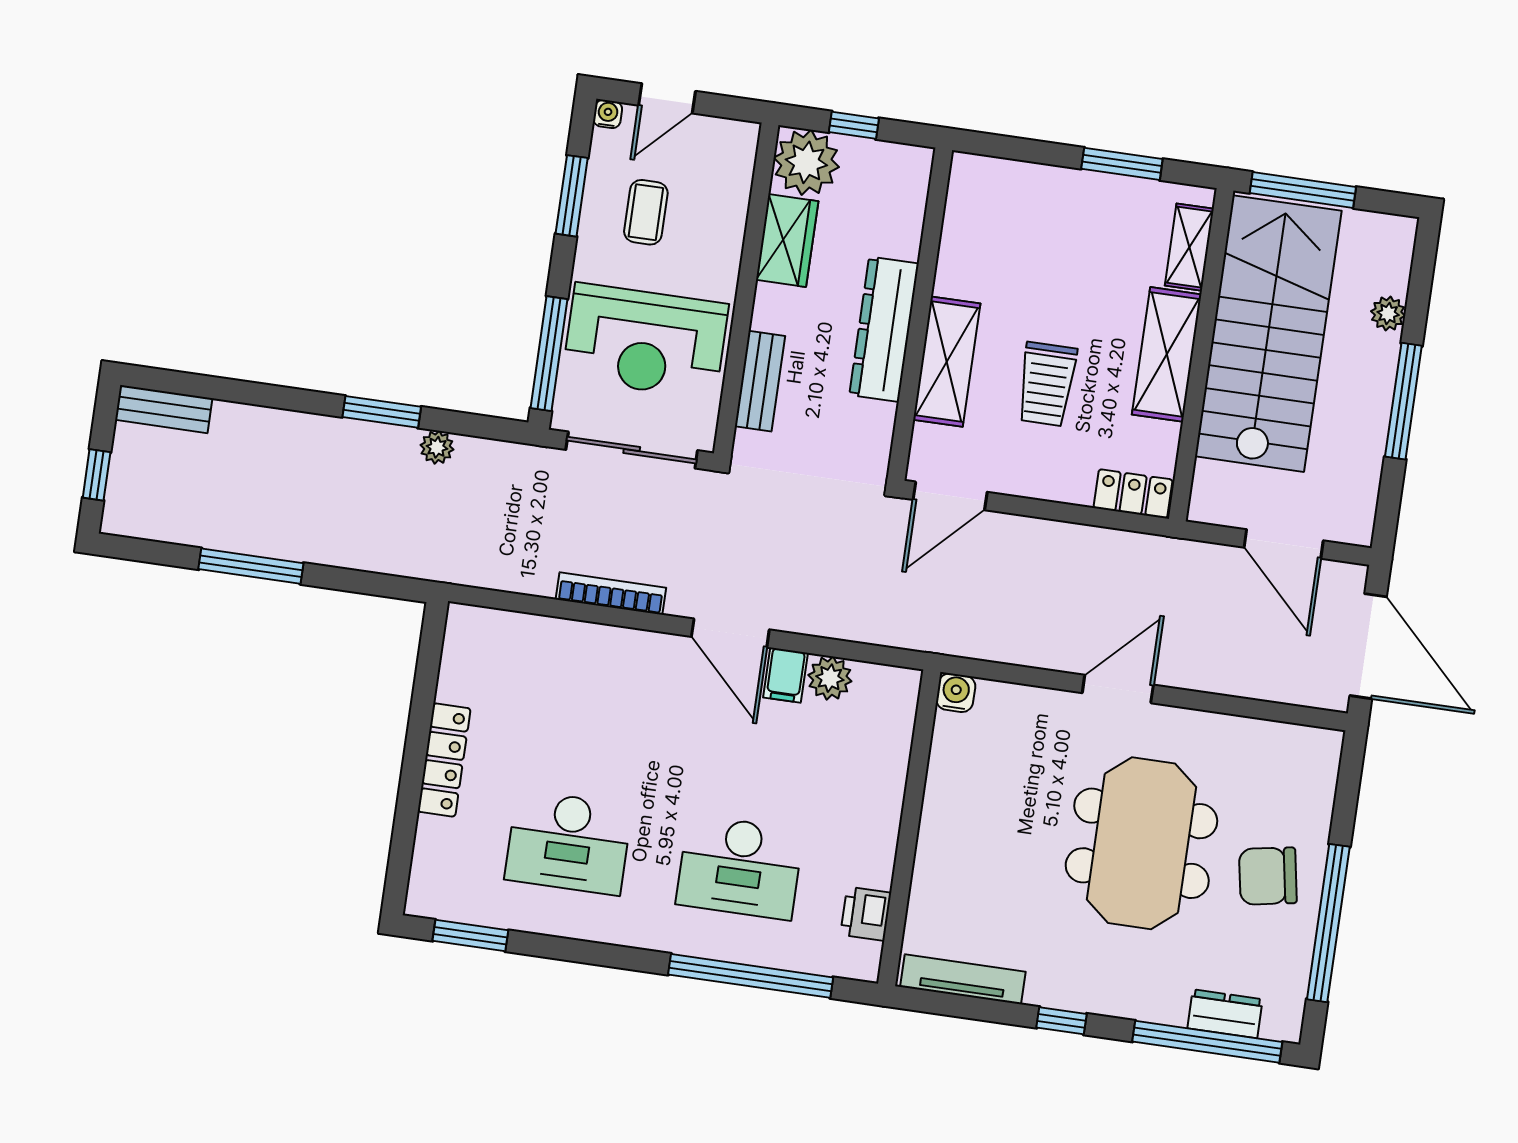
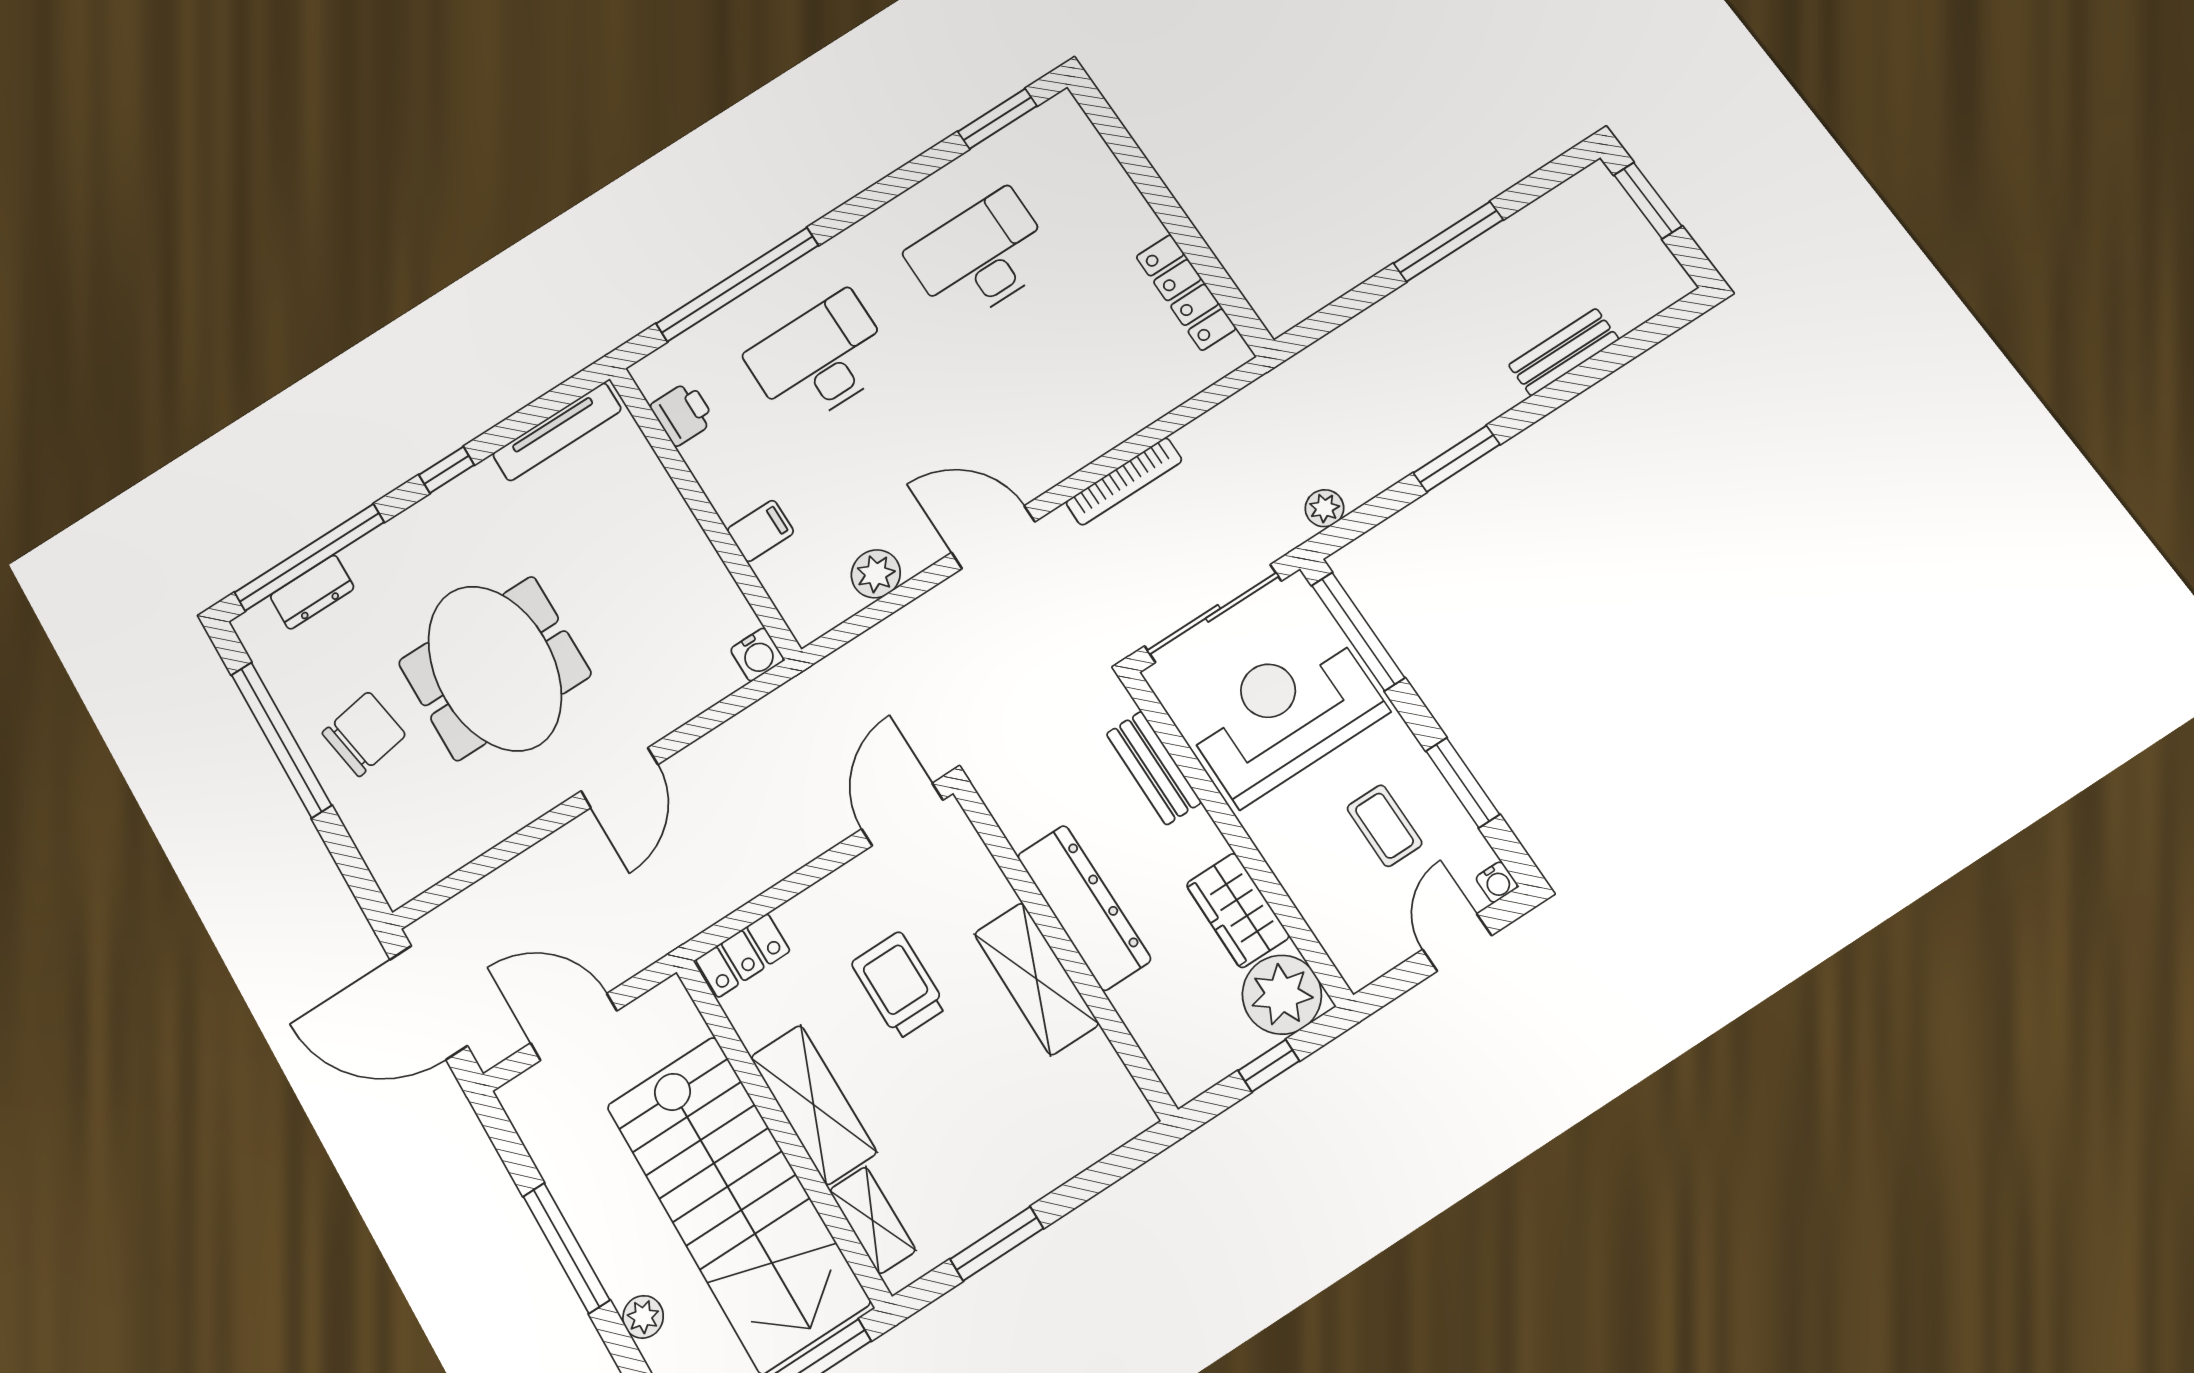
shelving: (947, 362) -> (1036, 979), moved
bench: (164, 409) -> (1564, 352), moved
plant: (437, 447) -> (1324, 508), moved
window: (97, 475) -> (1648, 201), width x1.50
filing cabinet: (786, 675) -> (760, 531), moved, turned 90
locker: (444, 760) -> (1186, 292), moved

